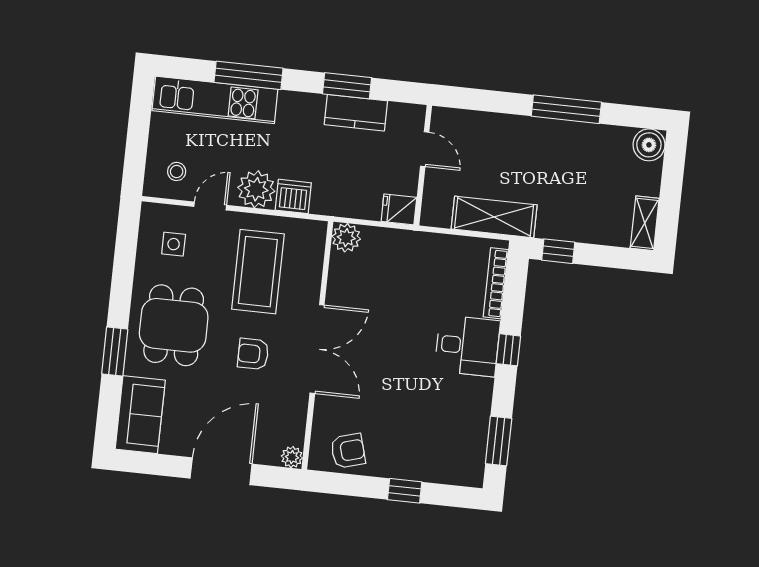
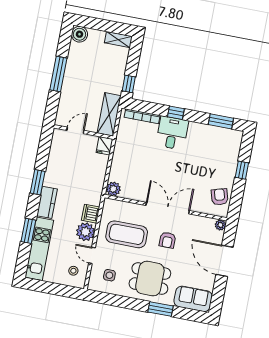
window: (249, 75) -> (28, 231), width x0.69
kitchen counter: (356, 113) -> (47, 202), moved
door: (425, 149) -> (75, 130), moved
wall: (423, 165) -> (83, 132), moved
fridge: (399, 209) -> (104, 146), moved

